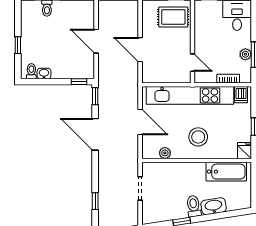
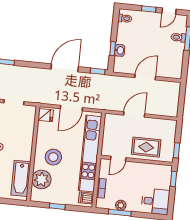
rug: (173, 17) -> (146, 147), moved, turned 90
door: (18, 22) -> (169, 11), added
washbasin: (44, 74) -> (120, 50), moved
window: (79, 82) -> (113, 49), moved
fridge: (244, 151) -> (46, 115), moved
plant: (165, 153) -> (41, 179), moved, width x1.88, depth x1.88

